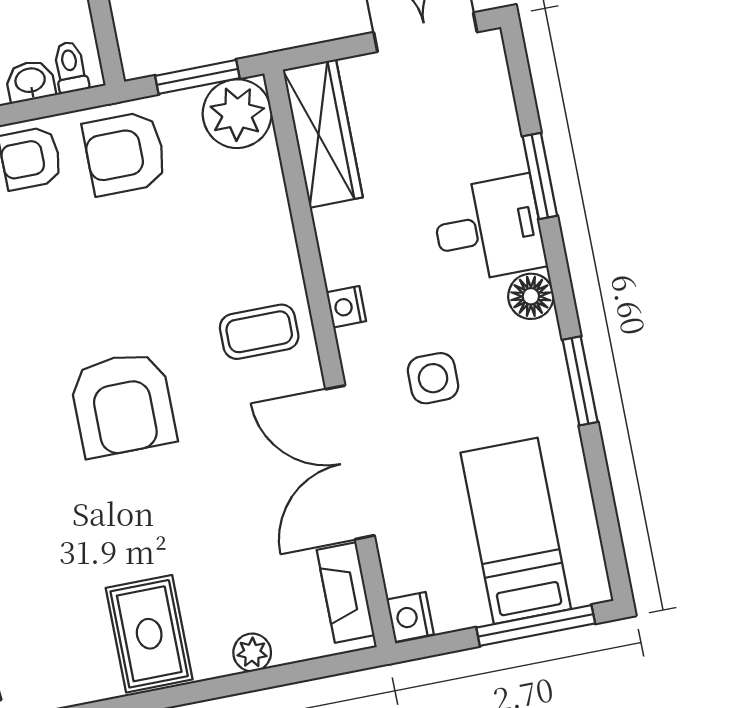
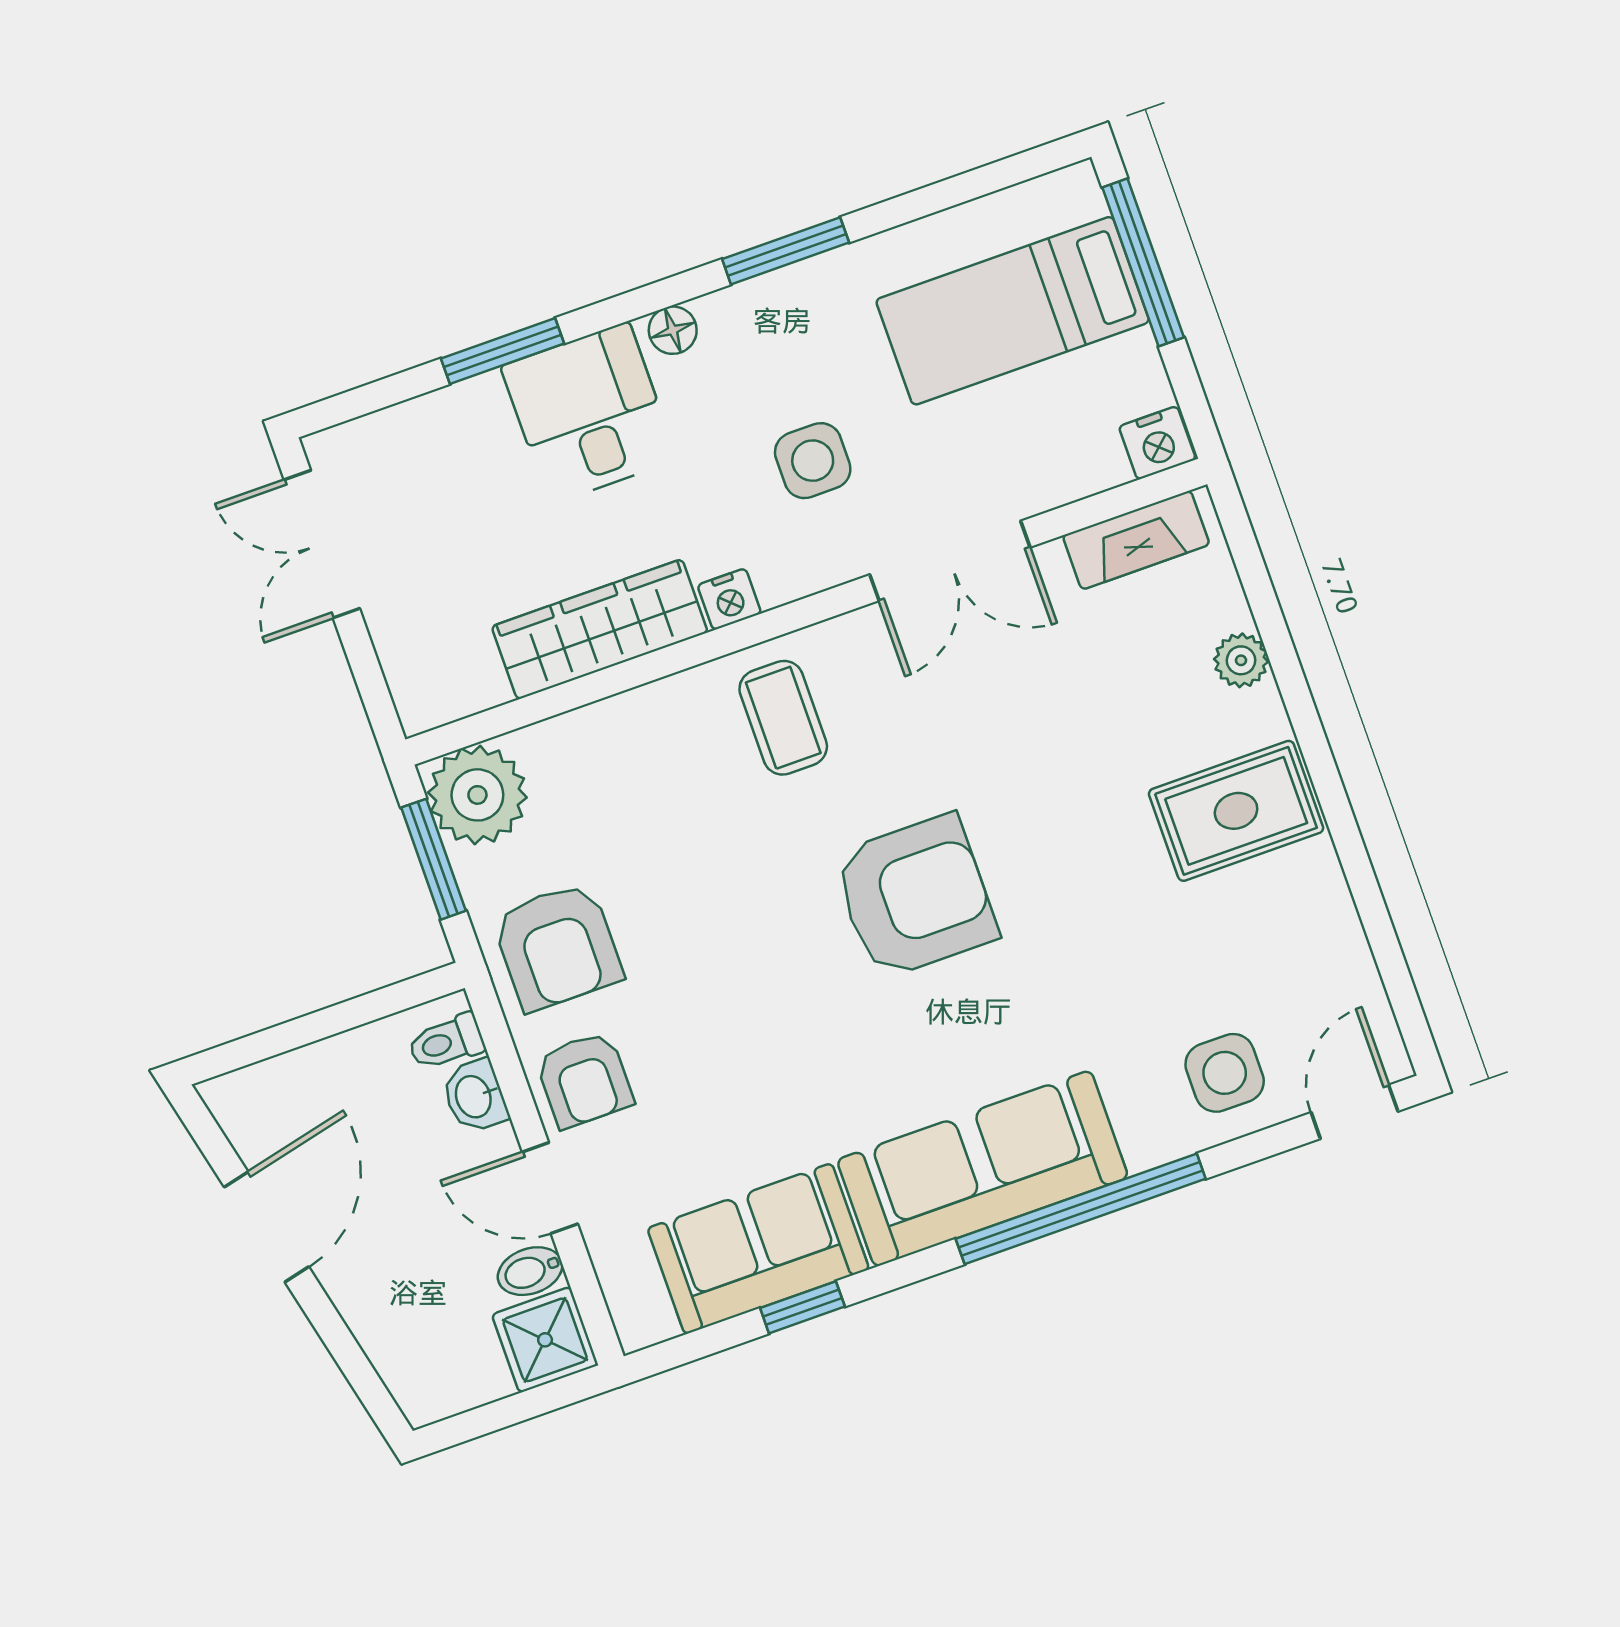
wardrobe: (323, 133) -> (600, 629), moved
floor lamp: (531, 296) -> (673, 330), width x0.73, depth x0.73
double door: (350, 462) -> (950, 561), width x0.73

